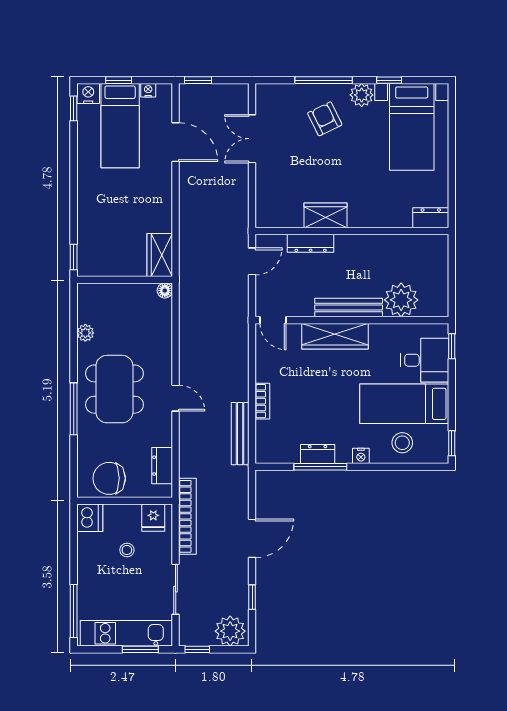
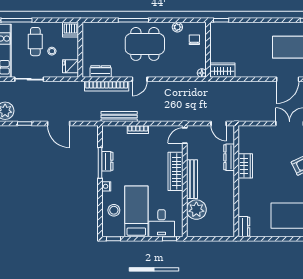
chair: (109, 478) -> (194, 40), moved, width x0.54, depth x0.54
bookcase: (187, 516) -> (107, 86), moved
cafe table: (110, 579) -> (35, 42), added

